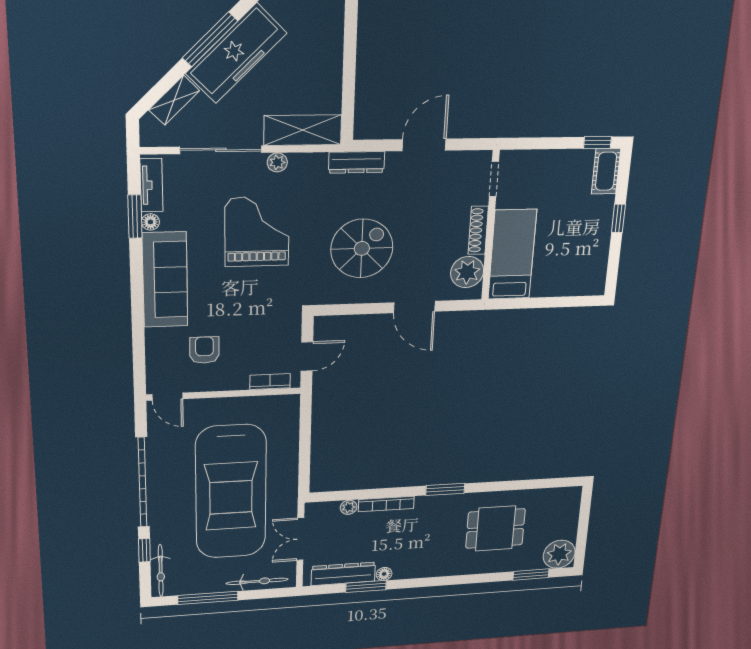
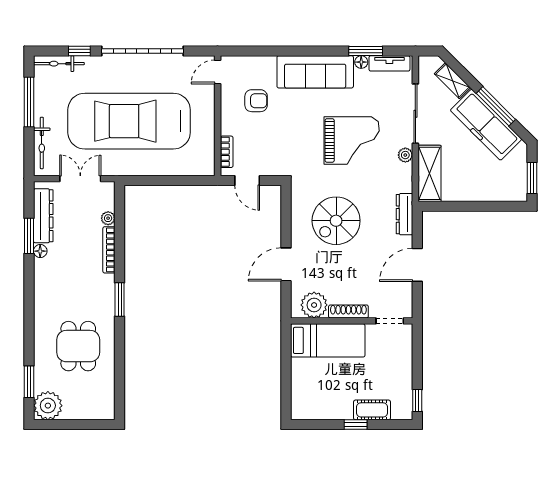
door: (424, 145) -> (417, 265), swing flipped
cot: (606, 171) -> (372, 410), moved
spiral stairs: (362, 248) -> (336, 221), turned 90

